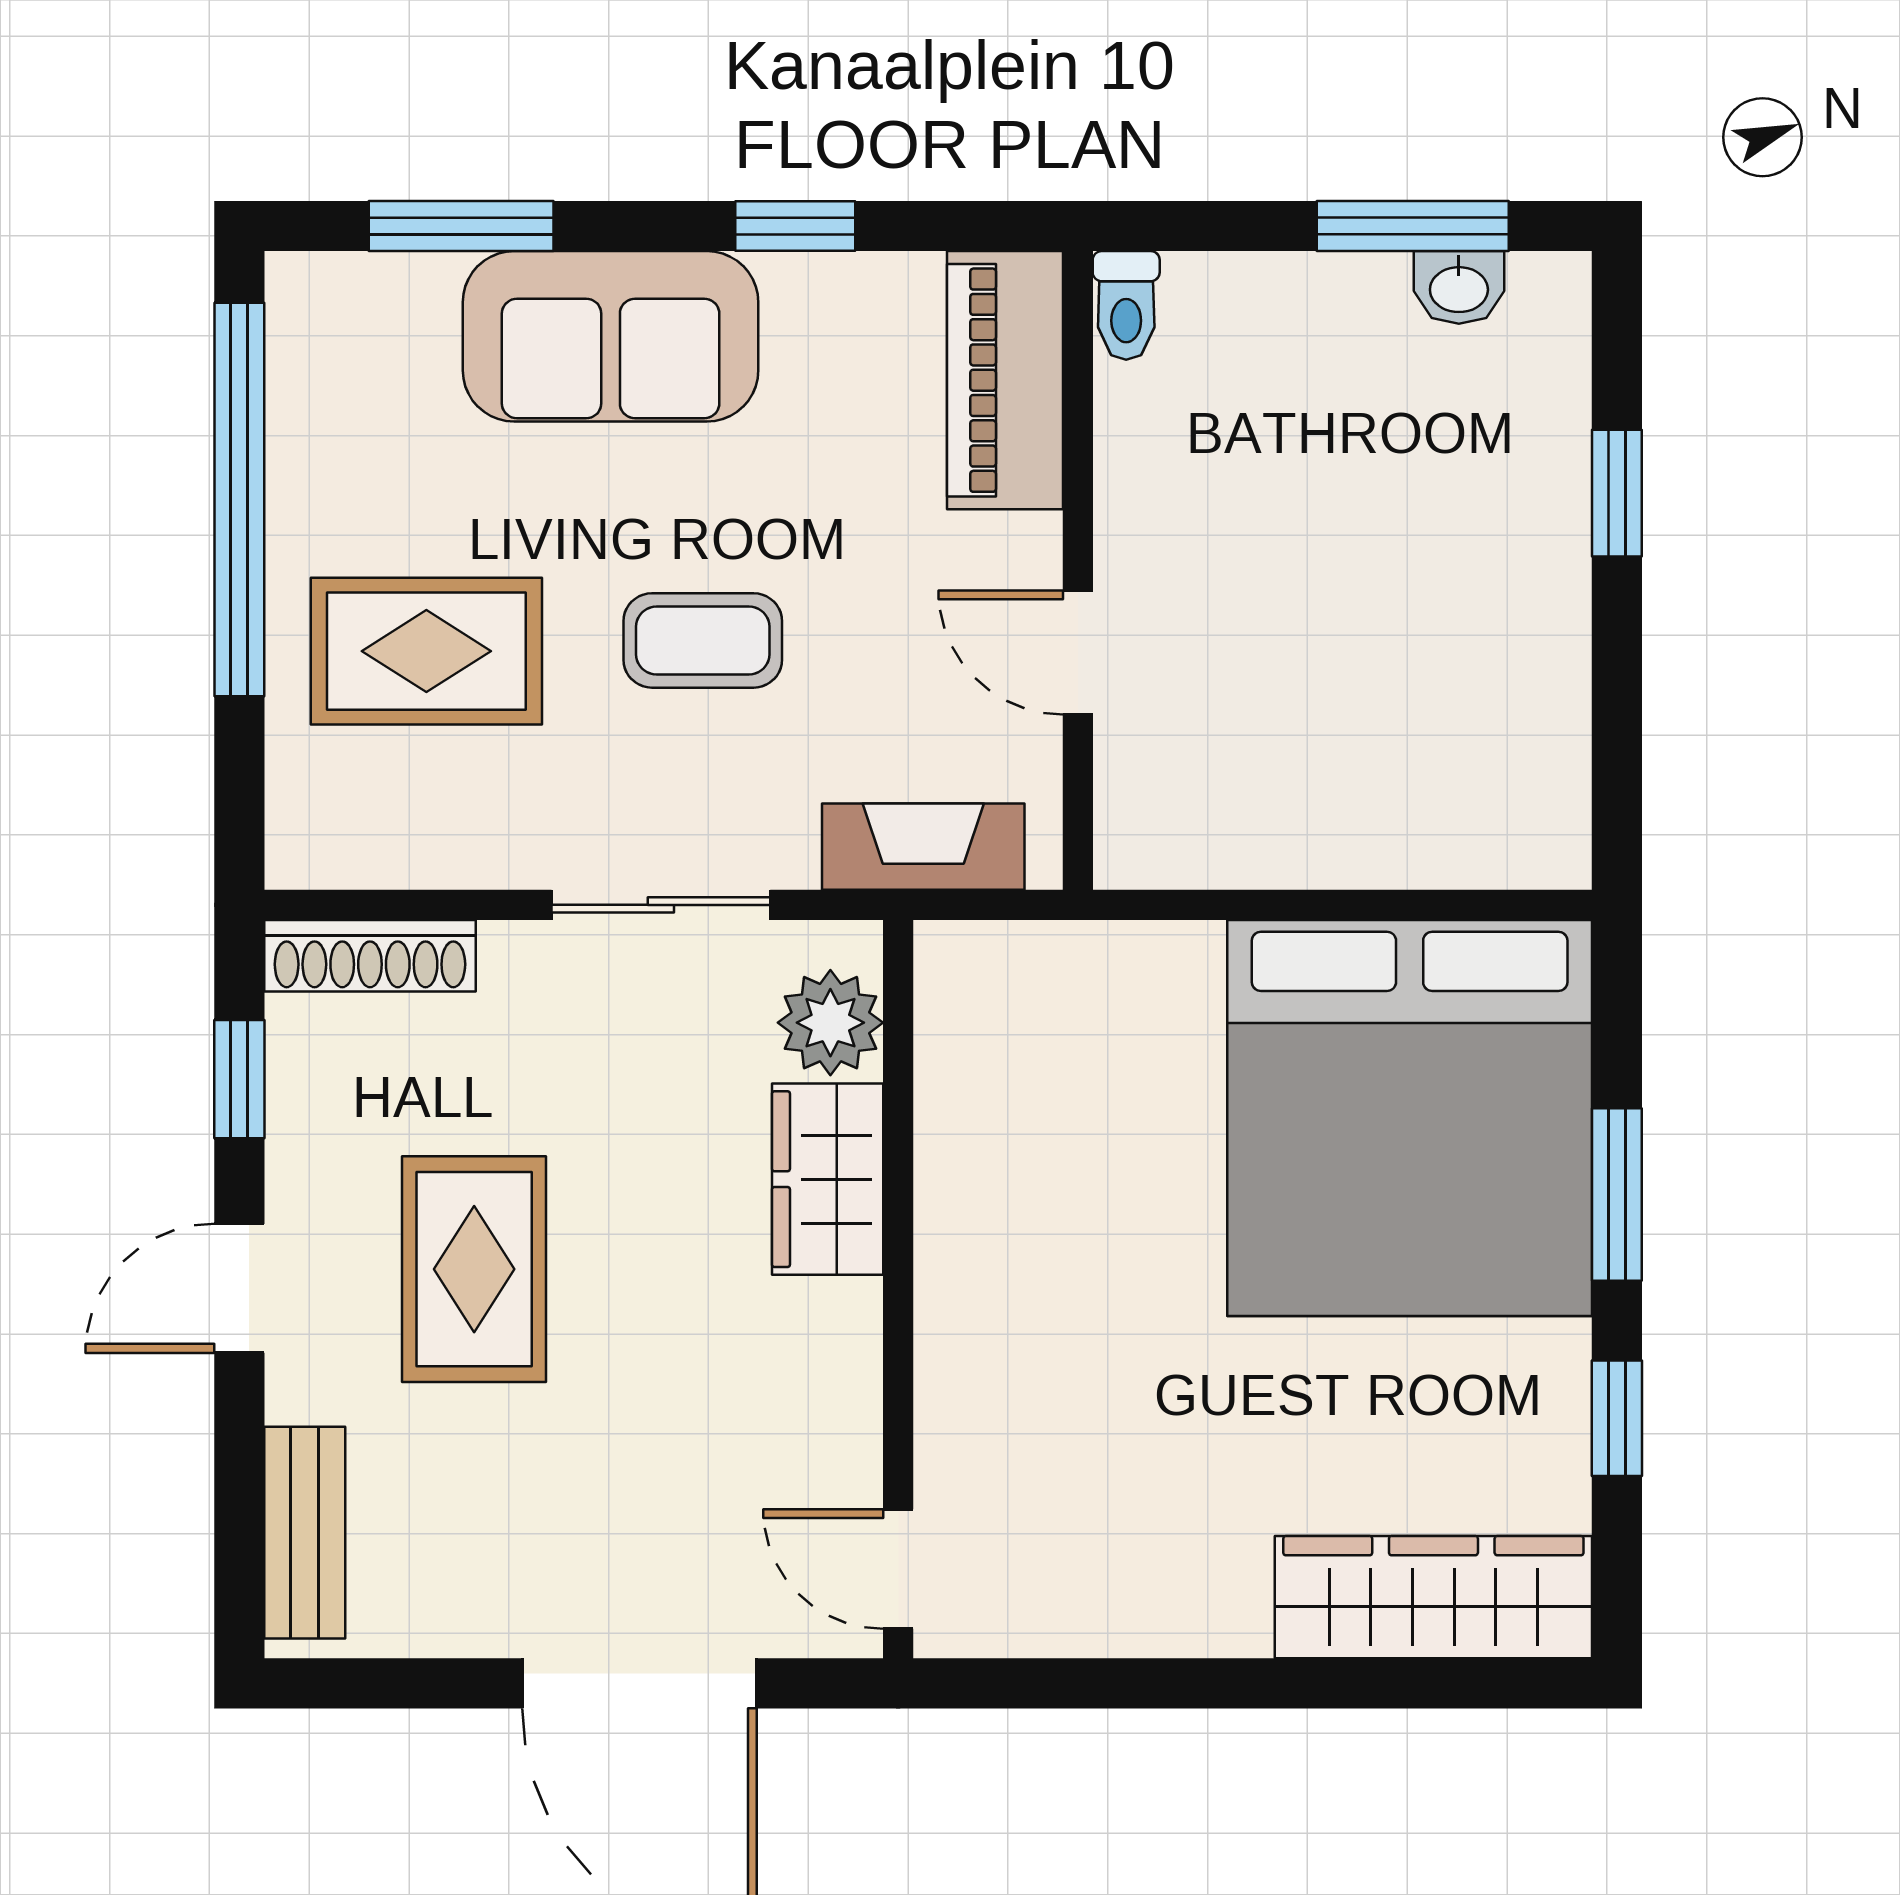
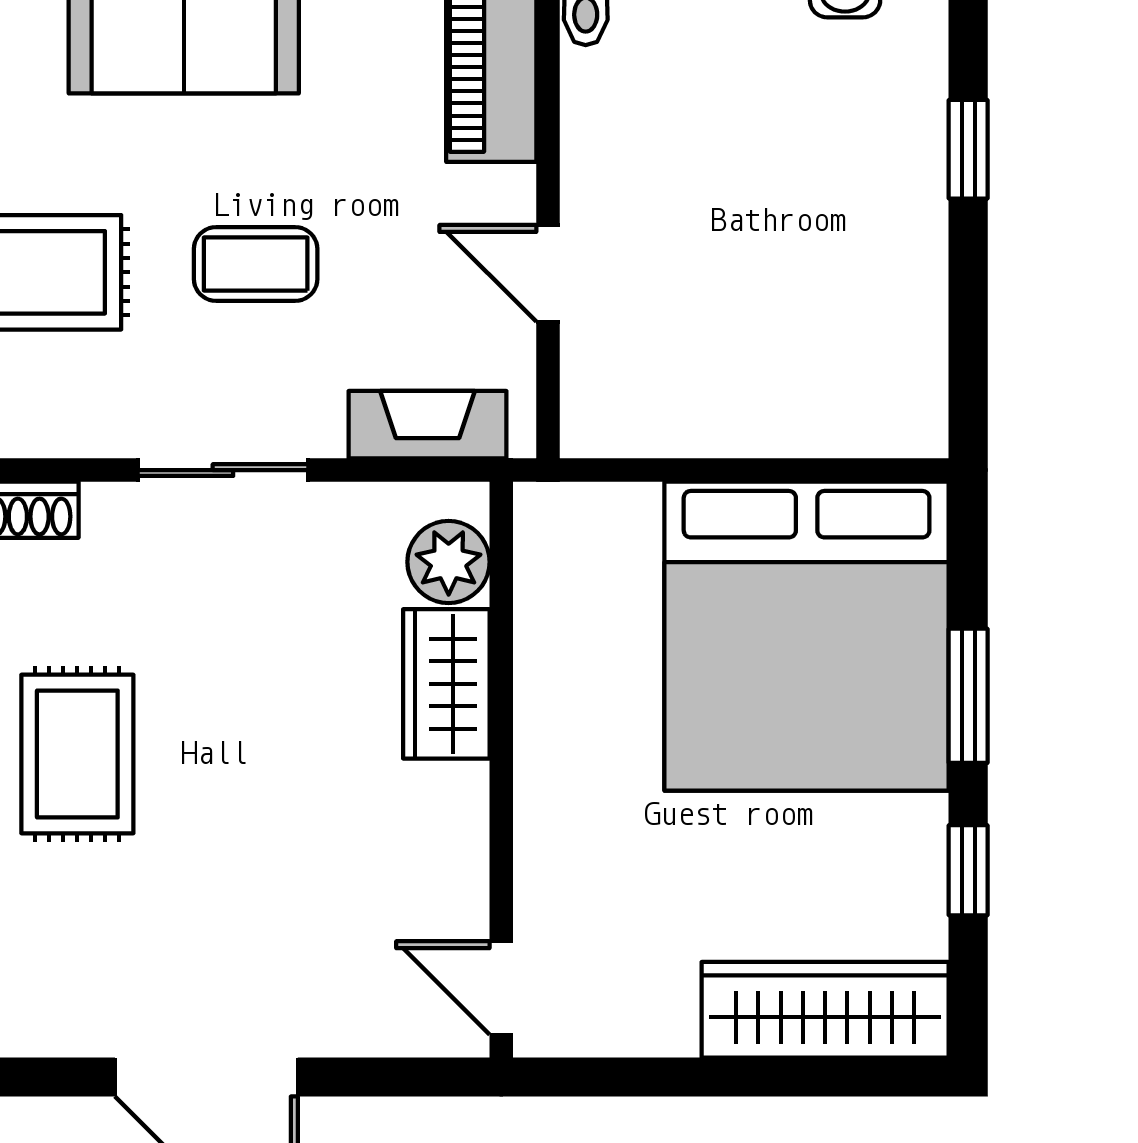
plant: (830, 1023) -> (449, 562), moved
wardrobe: (828, 1179) -> (446, 684), moved
wall: (898, 1289) -> (501, 770), moved
door: (898, 1569) -> (501, 988), moved

